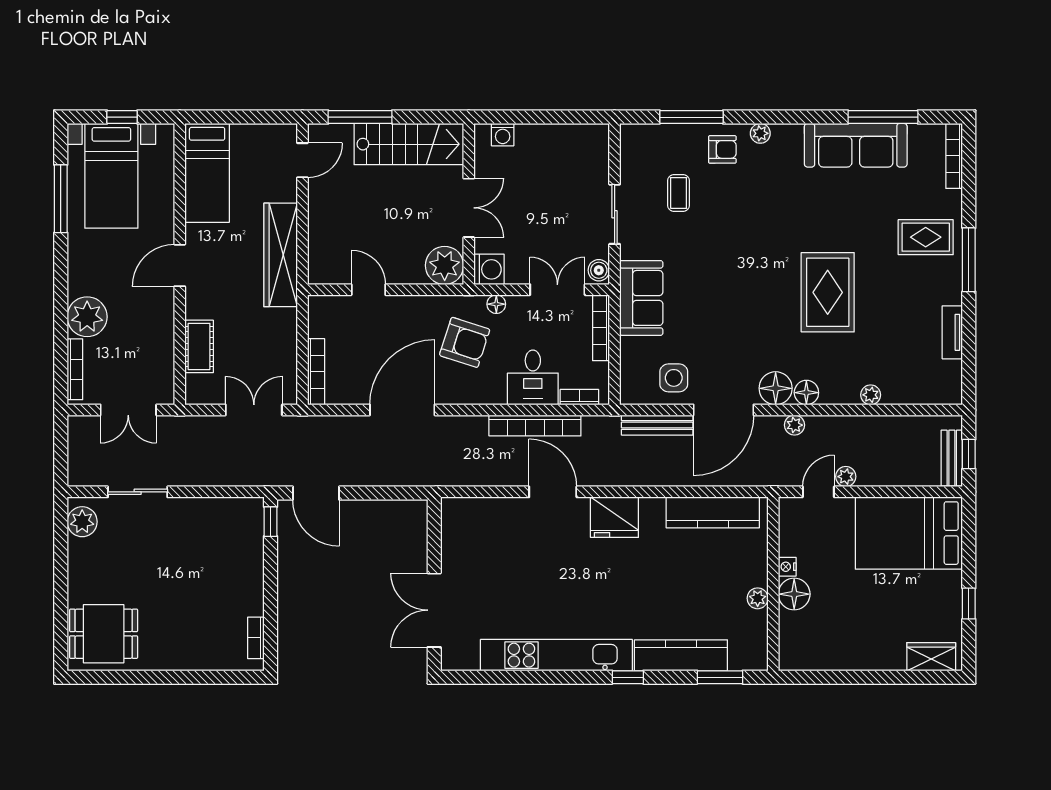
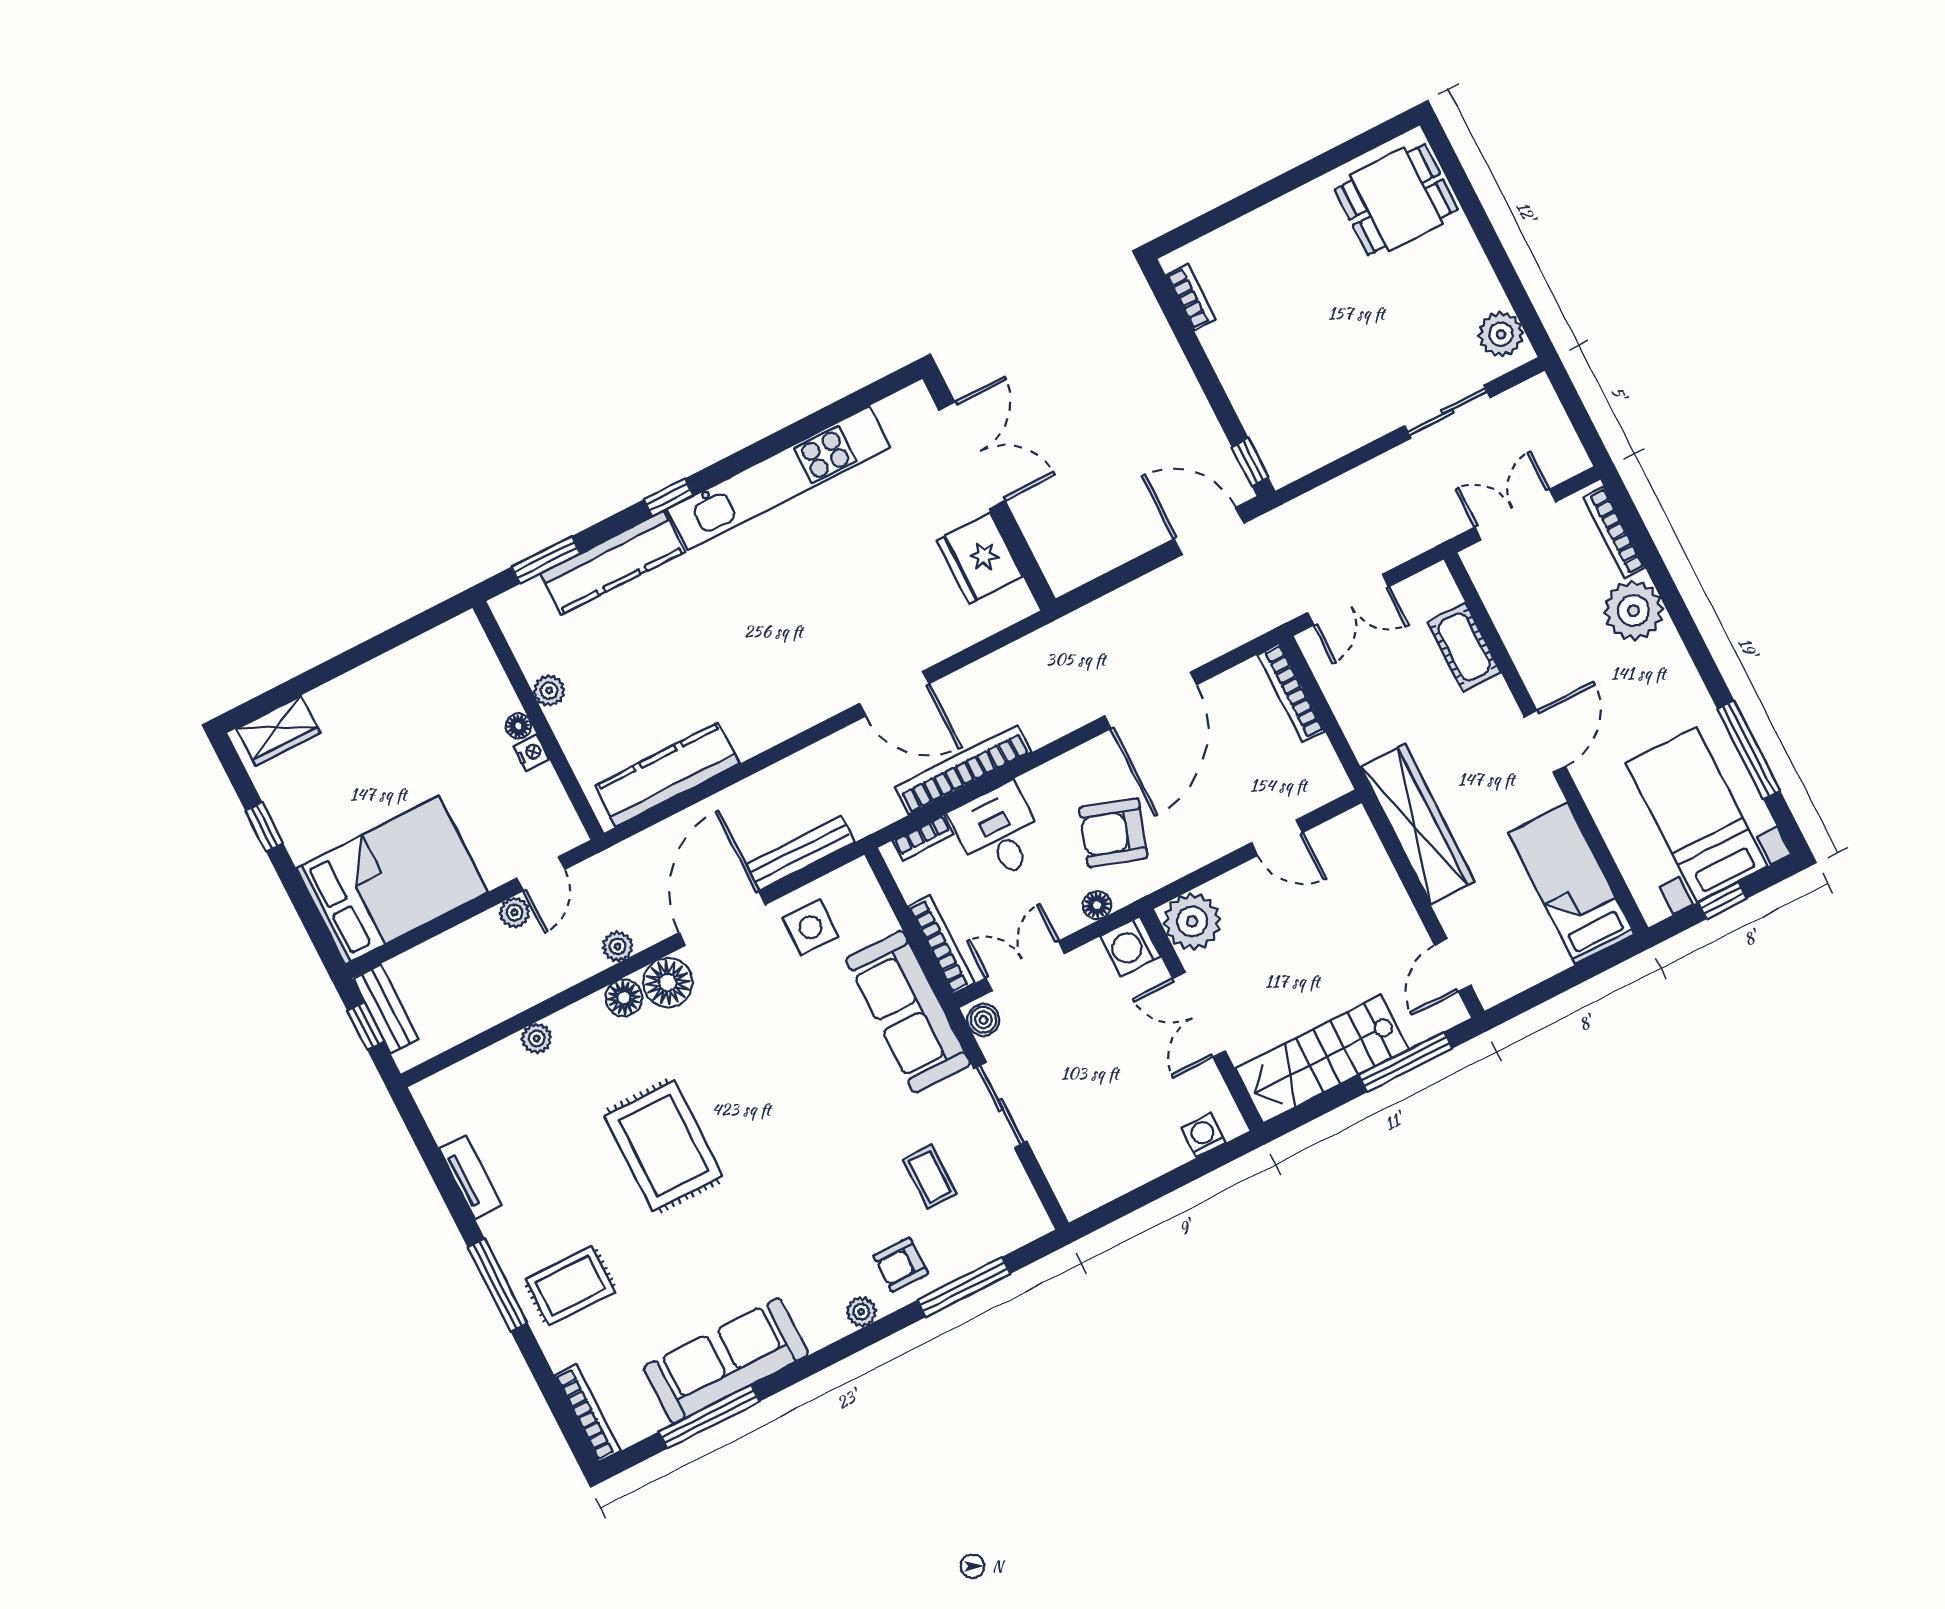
double door: (557, 290) -> (1025, 966), swing flipped
sofa: (641, 298) -> (908, 1012), width x1.36
fridge: (614, 517) -> (980, 558), moved, turned -90
floor lamp: (794, 594) -> (518, 726), width x0.53, depth x0.53

